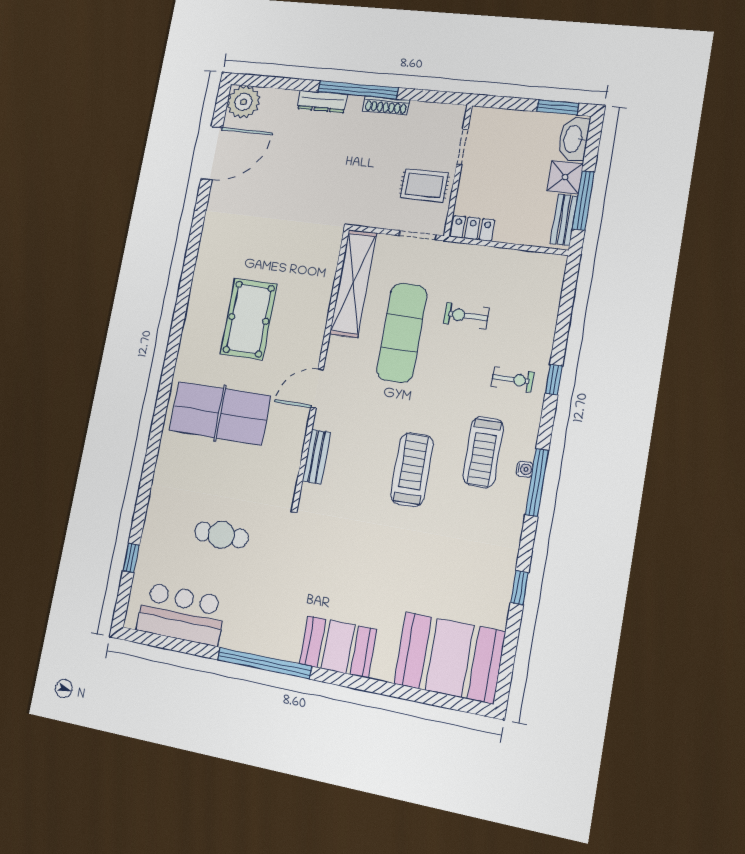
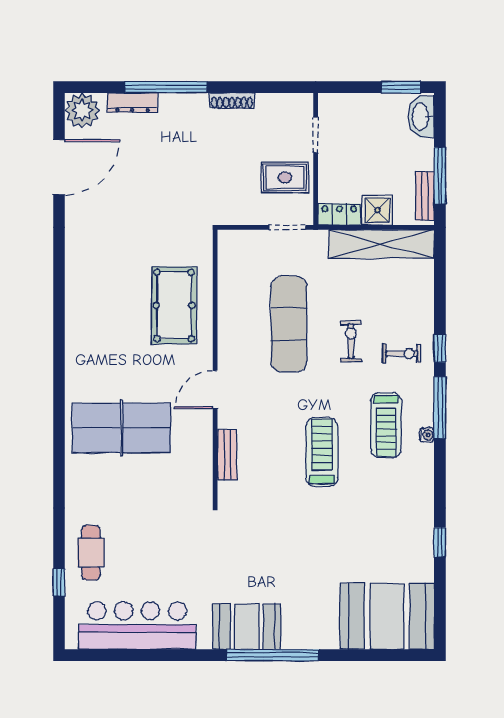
window: (358, 90) -> (166, 87), moved
dresser: (322, 102) -> (132, 103), moved
shower: (565, 177) -> (377, 210), moved
shelving: (353, 283) -> (381, 244), moved, turned 90
exercise bike: (466, 316) -> (351, 341), moved, turned 90
pool table: (249, 319) -> (174, 305), moved
window: (537, 482) -> (440, 408), moved
cafe table: (221, 535) -> (91, 553), moved, turned 90
bar counter: (181, 614) -> (137, 626), width x1.36
booth: (338, 647) -> (247, 627), moved
window: (265, 663) -> (272, 655), moved

